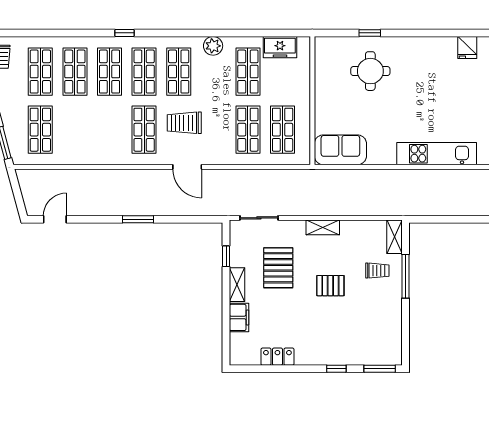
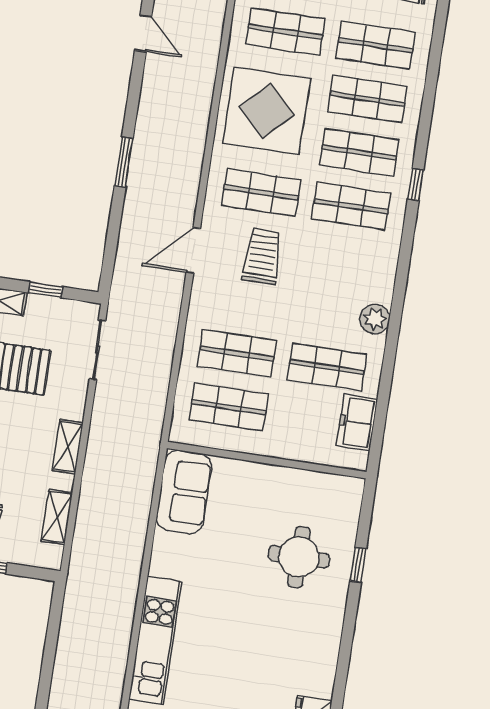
shop shelf: (179, 72) -> (343, 260), removed
display table: (92, 134) -> (267, 111), added
shelving: (394, 237) -> (57, 517), moved, turned 90

